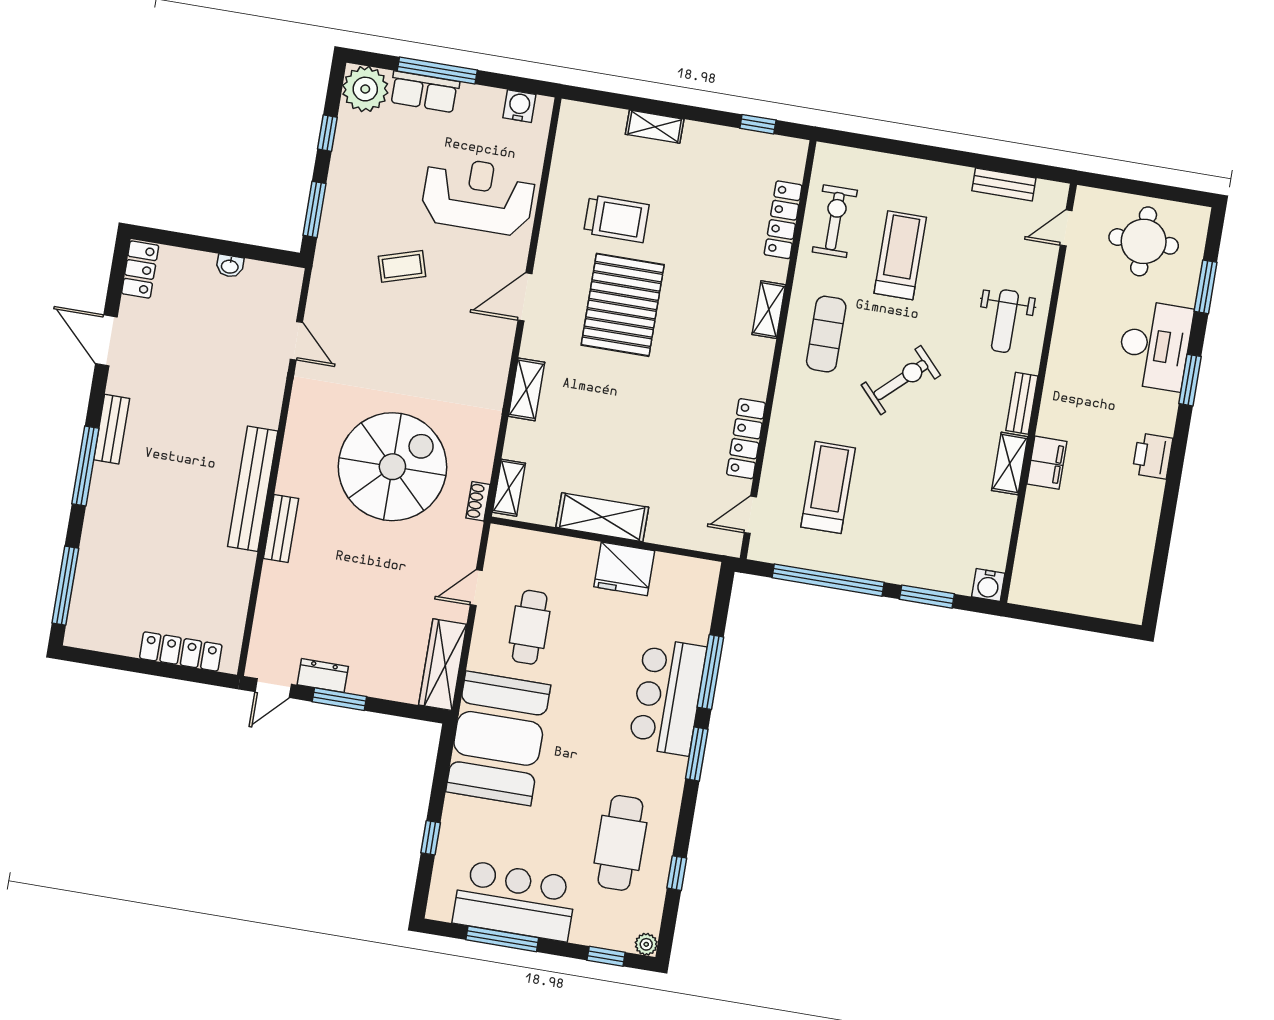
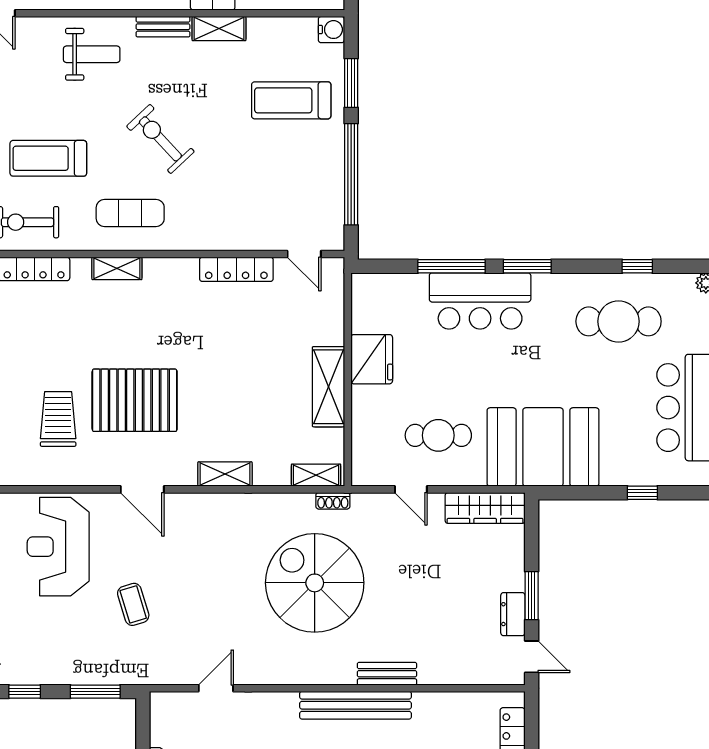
treadmill: (828, 487) -> (291, 100), moved

